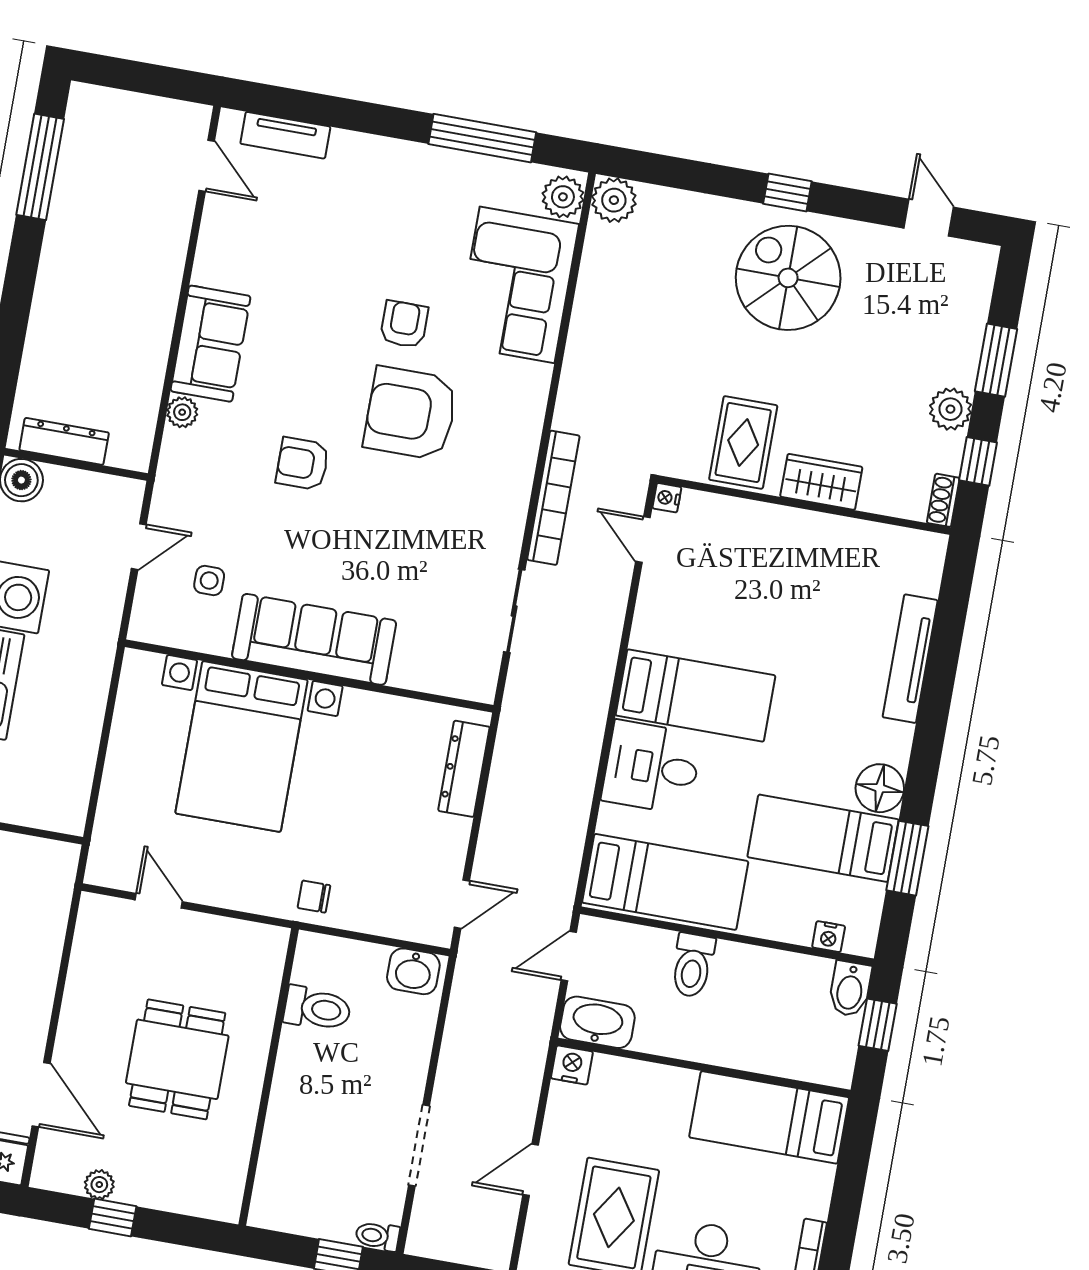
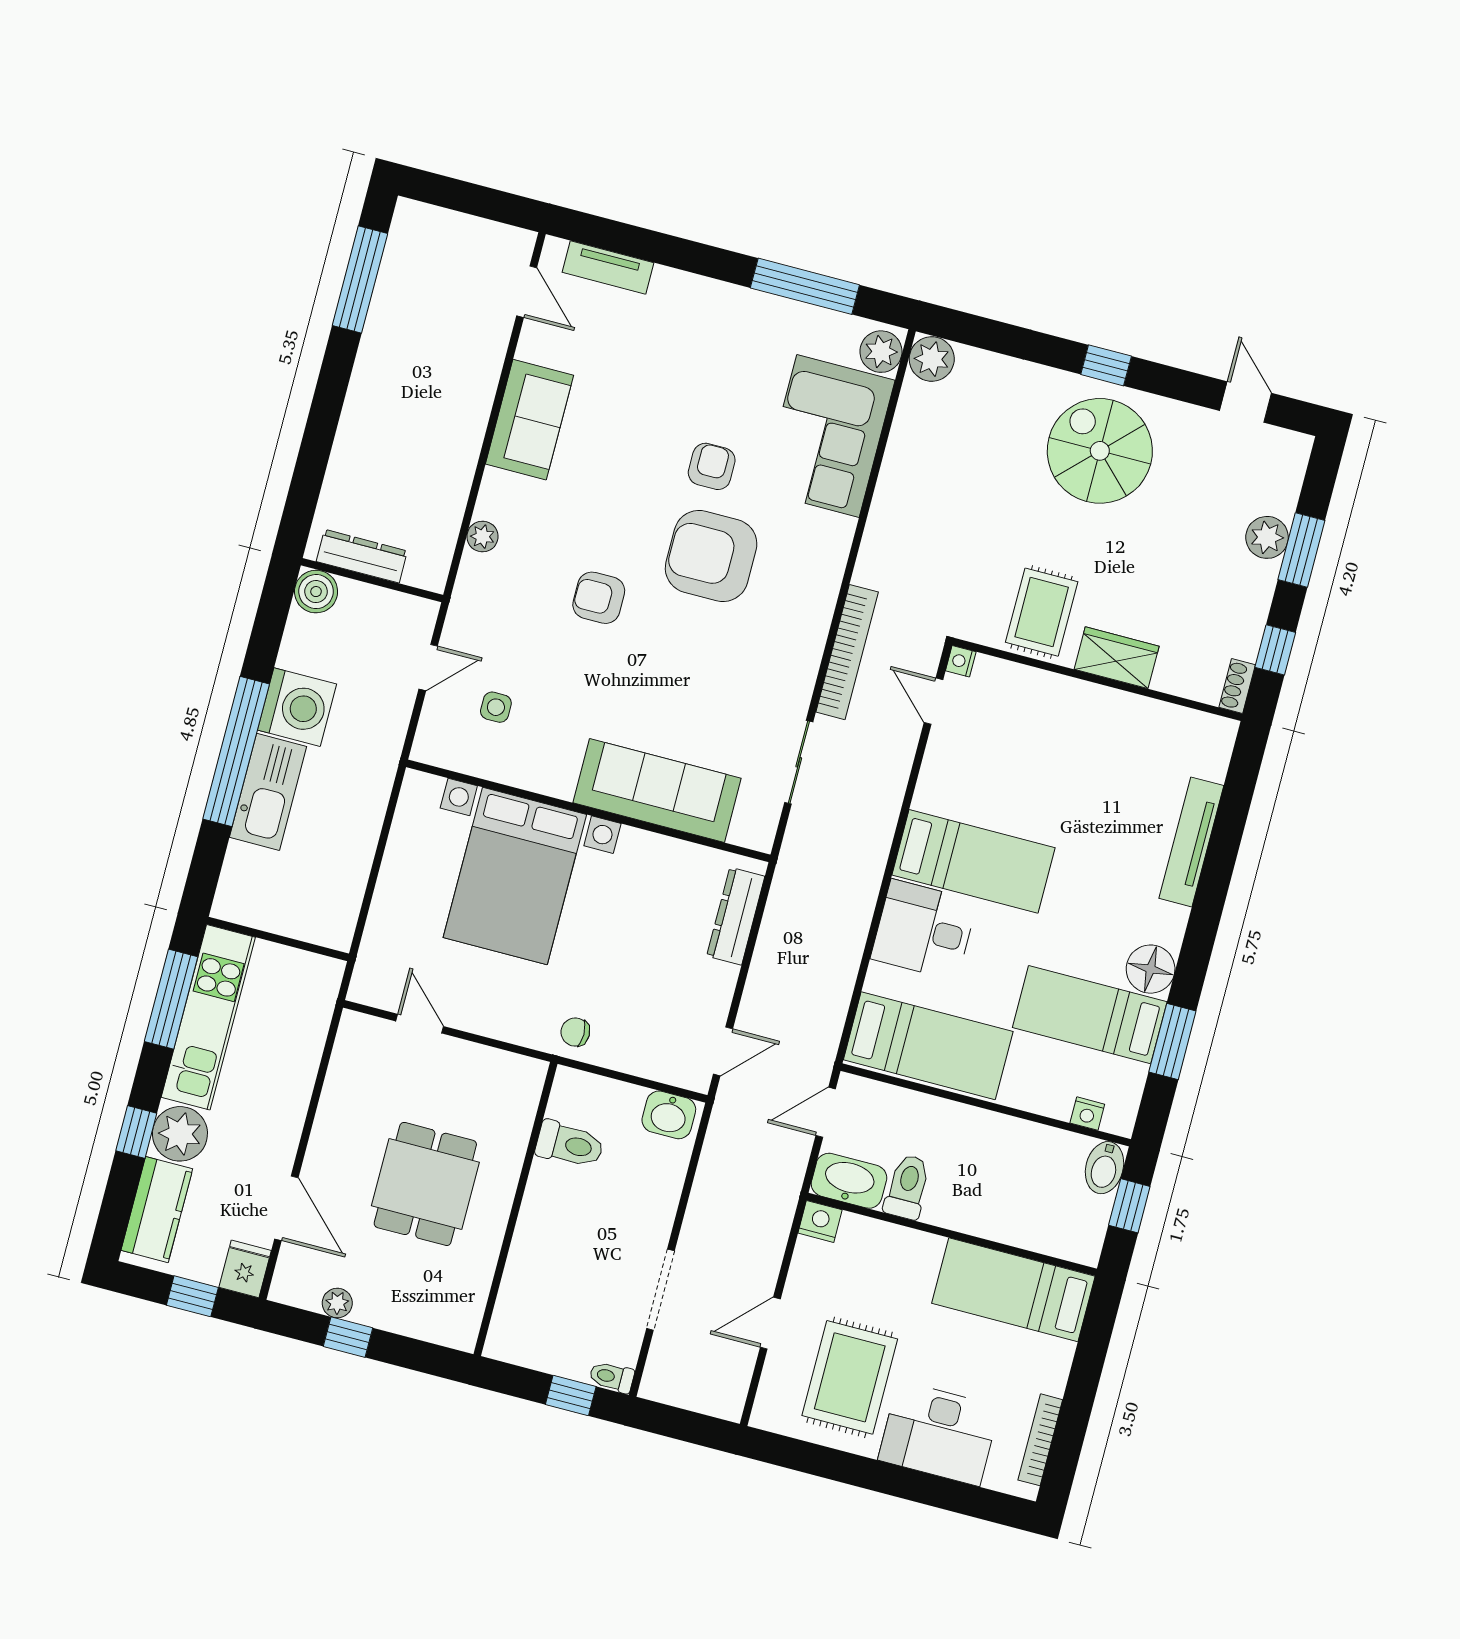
sofa: (211, 344) -> (530, 420), moved
plant: (950, 409) -> (1267, 537), moved
sofa: (314, 639) -> (657, 791), moved
toilet: (693, 965) -> (907, 1187), moved, turned 180

